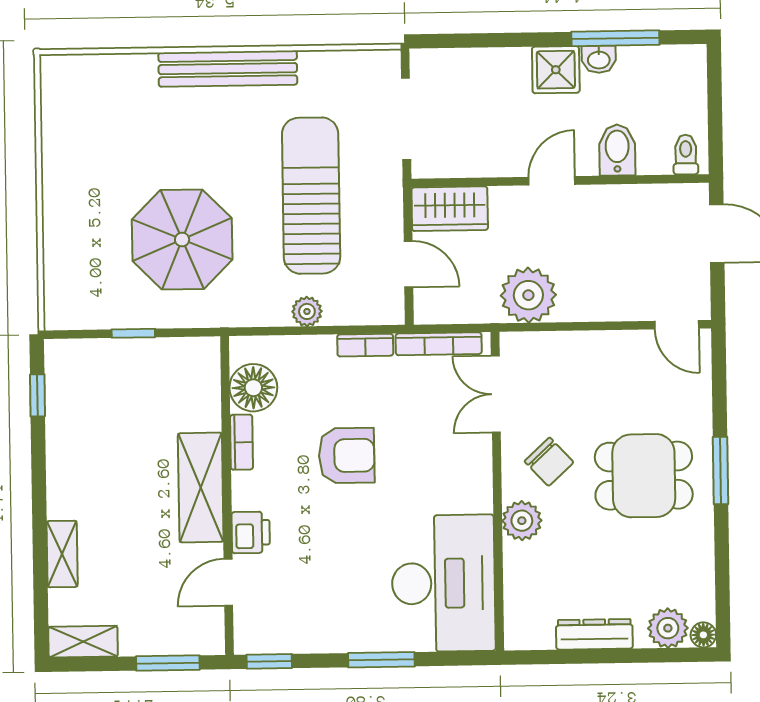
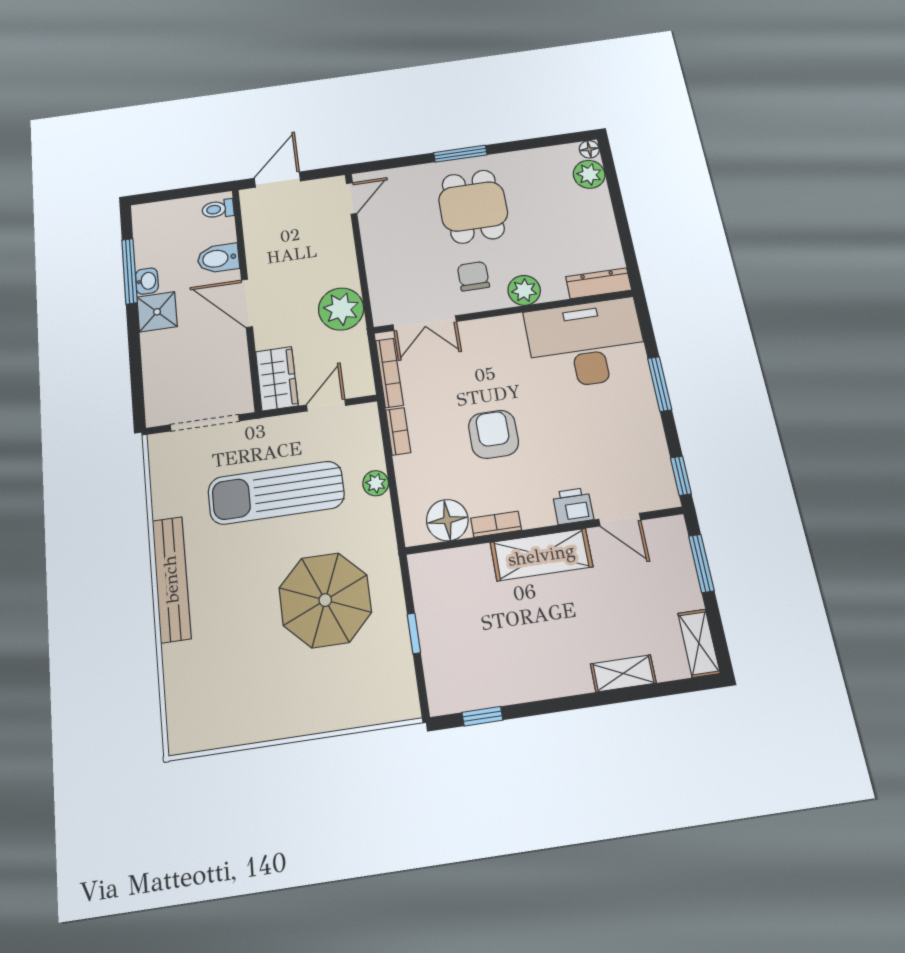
door: (552, 181) -> (247, 303), width x1.38
chair: (549, 462) -> (473, 276), turned -47
dresser: (594, 634) -> (599, 283), moved, turned 90

